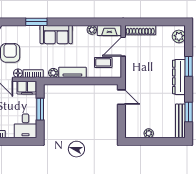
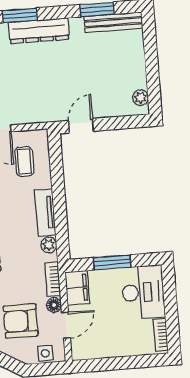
desk: (25, 126) -> (143, 292), width x1.37
plant: (149, 133) -> (141, 98), moved

